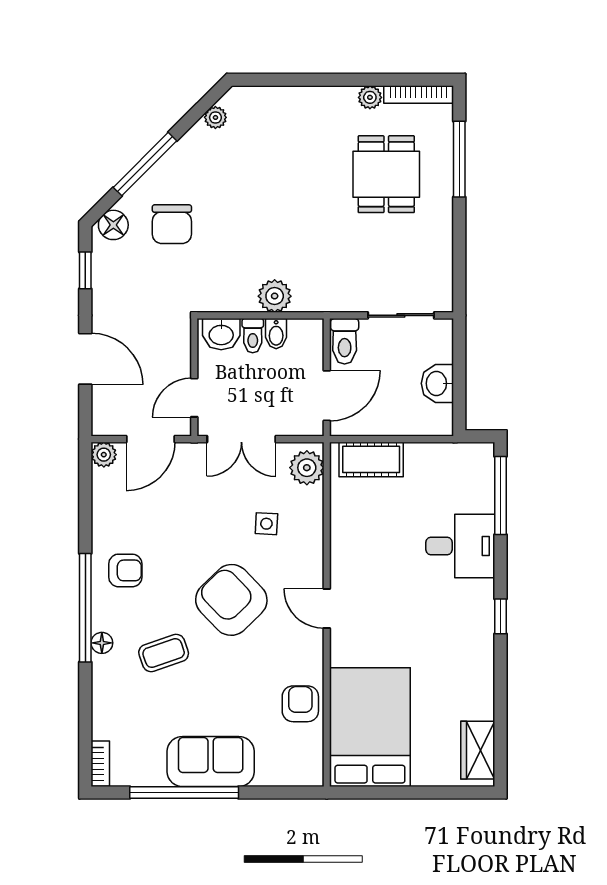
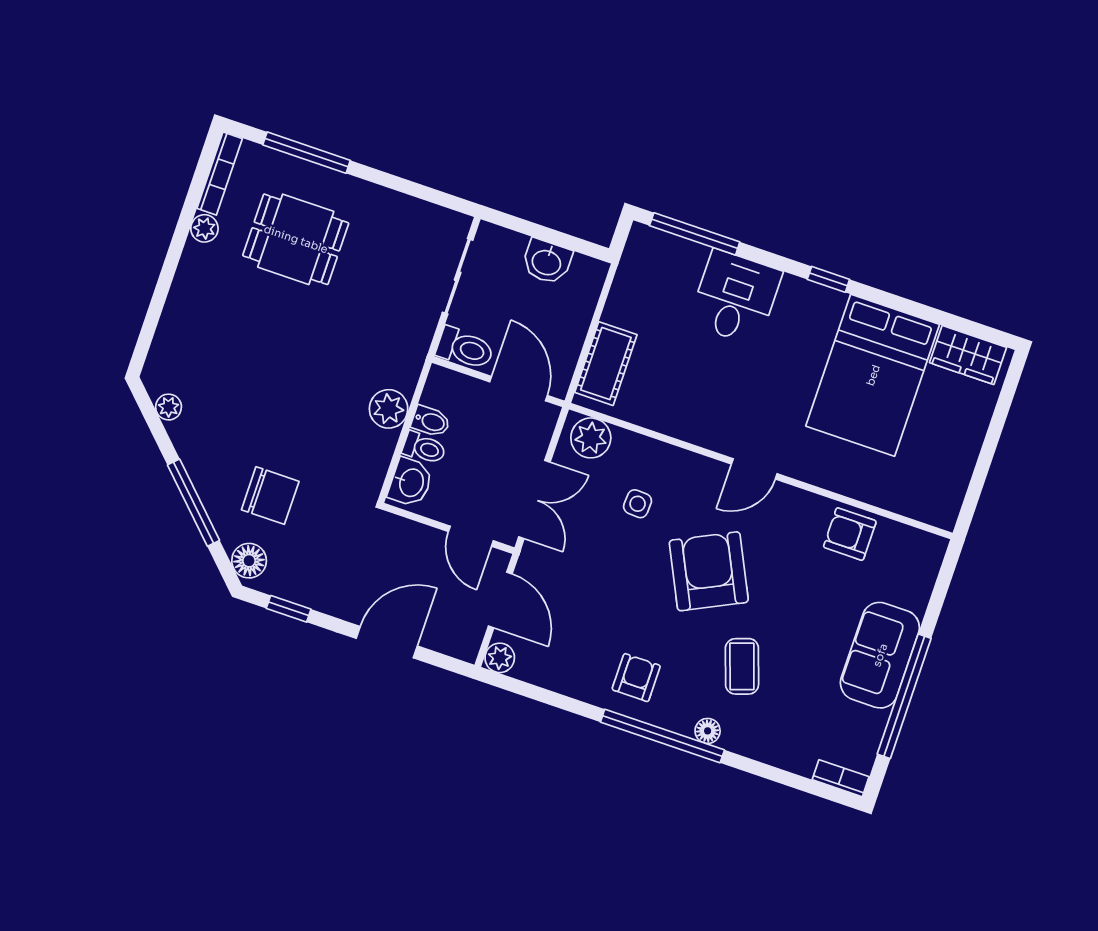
armchair: (231, 600) -> (709, 571), turned 108
bed: (370, 727) -> (873, 375), moved, turned -90

